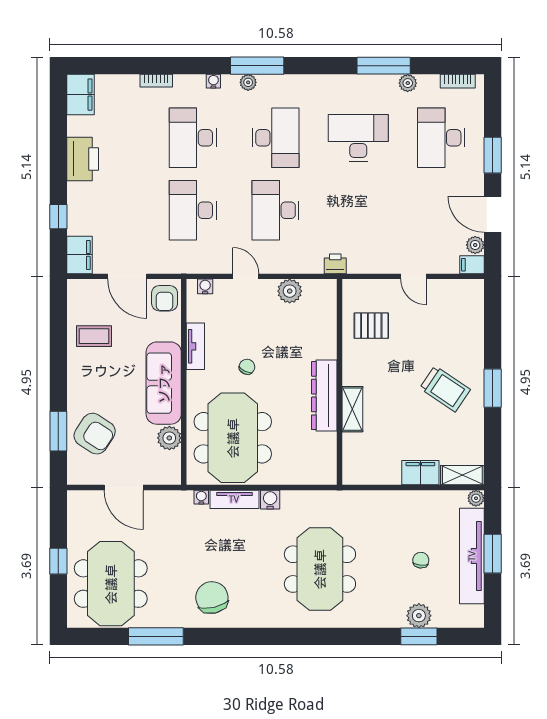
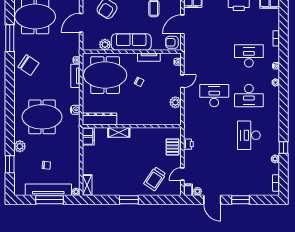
window: (257, 66) -> (284, 87), removed
window: (384, 66) -> (284, 147), width x0.46
desk: (358, 138) -> (249, 135), turned 180
desk: (441, 138) -> (249, 175), removed
desk: (193, 210) -> (214, 56), removed
door: (493, 214) -> (212, 200), swing flipped
printer: (335, 264) -> (188, 144), moved
door: (413, 276) -> (182, 174), moved
pallet: (371, 326) -> (172, 147), moved
trolley: (445, 389) -> (155, 179), moved
dresser: (324, 396) -> (99, 119), moved
filing cabinet: (420, 473) -> (88, 136), moved
water cooler: (270, 500) -> (75, 110), moved
window: (493, 554) -> (49, 200), width x1.44
chair: (212, 598) -> (28, 65), turned 47
plant: (419, 616) -> (20, 146), moved

